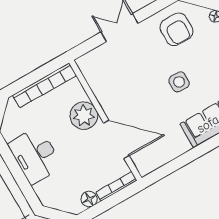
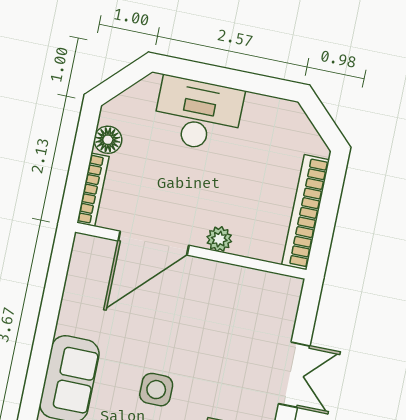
plant: (84, 116) -> (219, 239), width x0.53, depth x0.53
desk: (35, 155) -> (198, 114), moved

